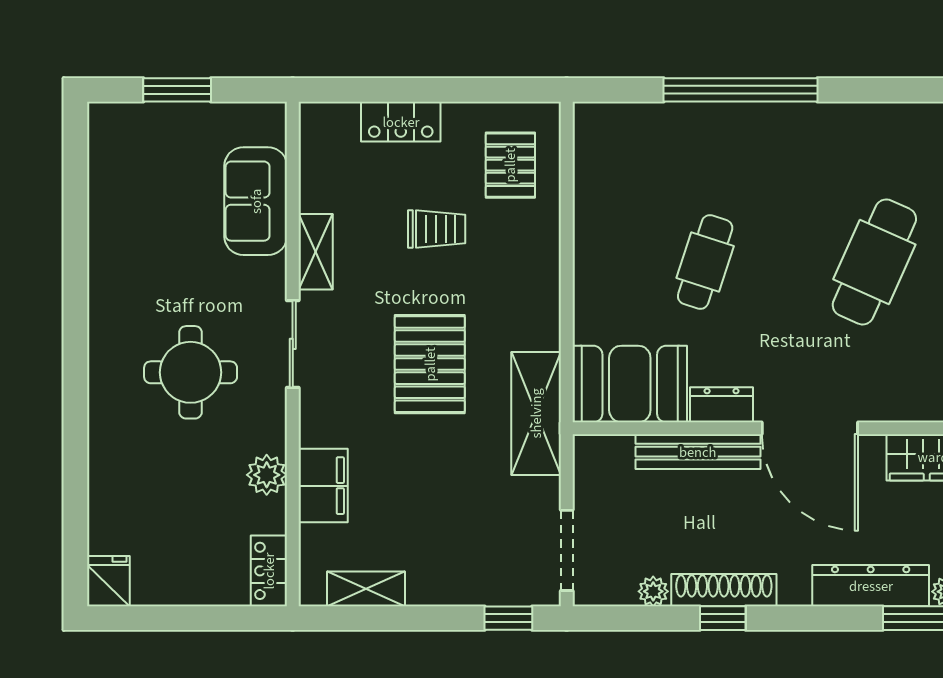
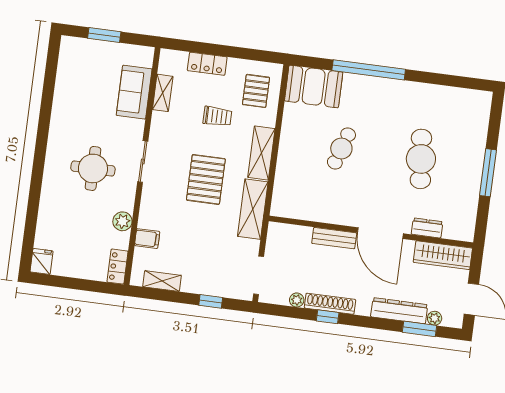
shelving: (316, 252) -> (163, 93), moved
cafe table: (874, 262) -> (421, 159), turned -30
shelving: (539, 294) -> (261, 153), added
booth: (630, 384) -> (314, 87), moved
dresser: (722, 405) -> (427, 228), moved
bench: (698, 452) -> (334, 238), width x0.73
filing cabinet: (323, 486) -> (147, 239), width x0.50
window: (508, 618) -> (211, 301), moved

